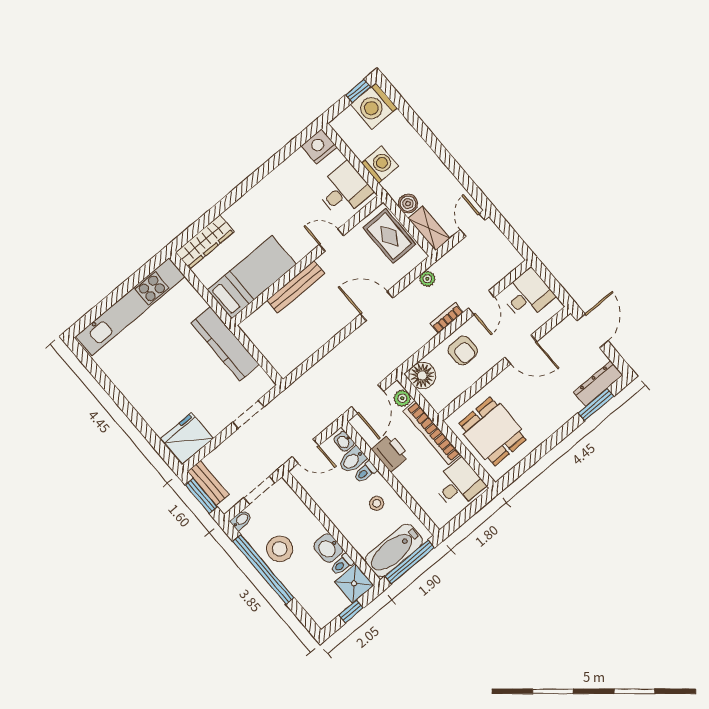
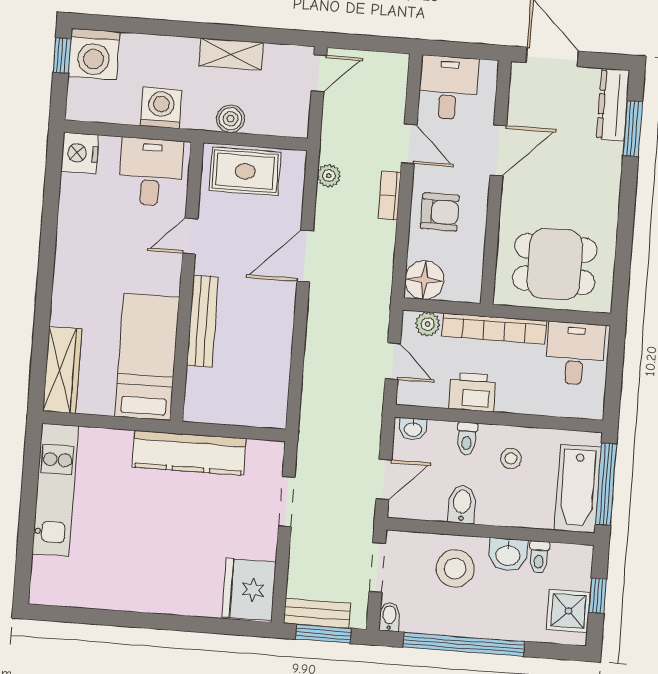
door: (473, 225) -> (319, 73), swing flipped
shelving: (429, 228) -> (231, 54), moved
kitchen unit: (130, 307) -> (55, 490), width x0.73
door: (368, 399) -> (393, 361), width x0.73
bidet: (353, 460) -> (462, 504), moved, turned 180
stool: (280, 549) -> (455, 568), moved
shower: (354, 583) -> (568, 611), moved

